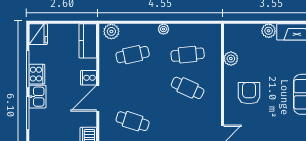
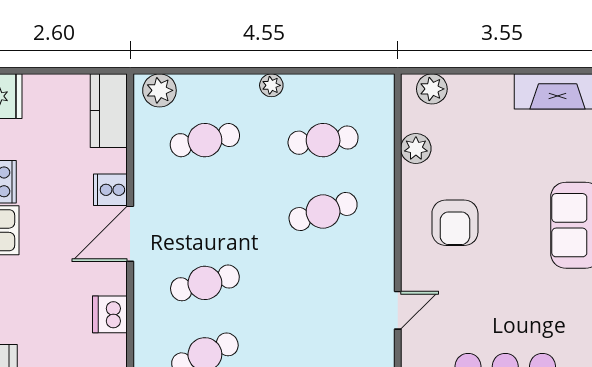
plant: (269, 31) -> (432, 89), moved
cafe table: (188, 88) -> (323, 212), turned -42
armchair: (249, 93) -> (455, 223), turned 180
cafe table: (133, 121) -> (205, 283), turned -33

